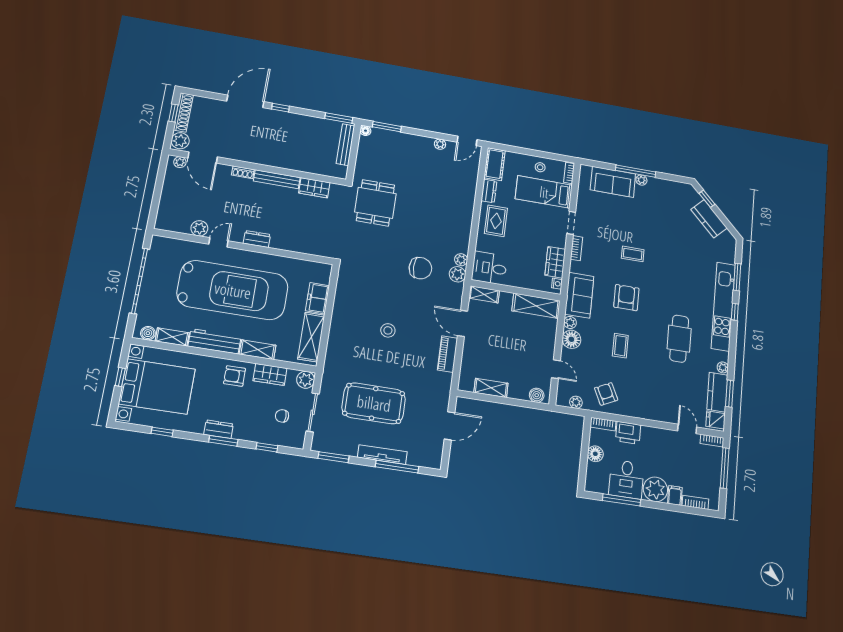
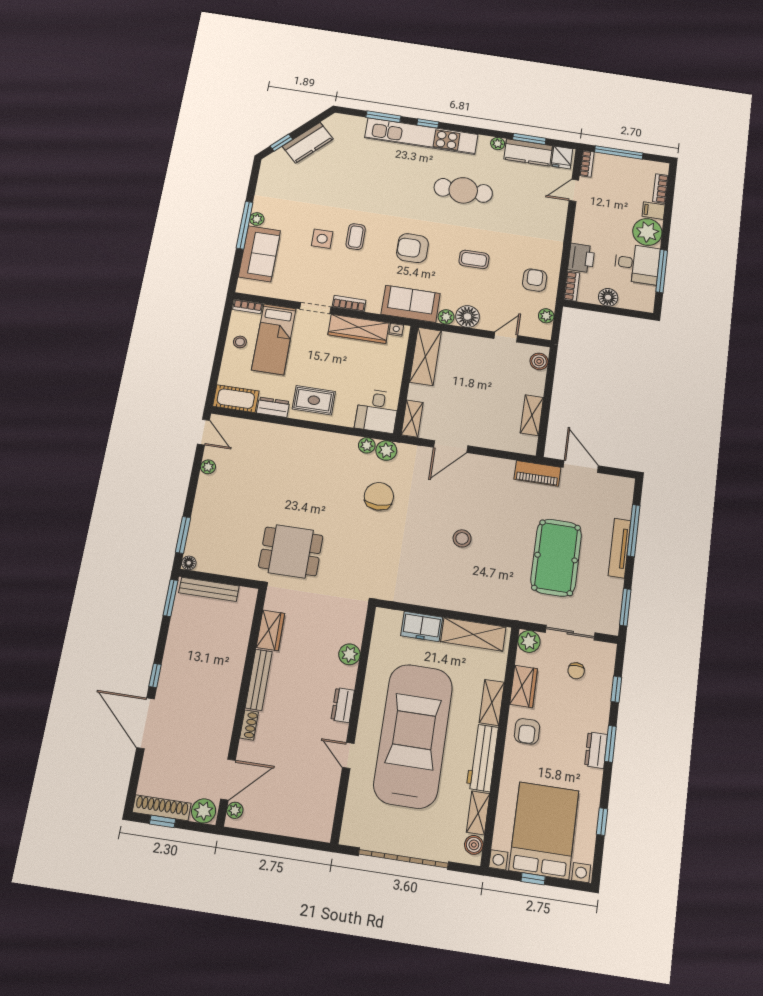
plant: (199, 228) -> (349, 654), moved
side table: (629, 229) -> (322, 239), added
wardrobe: (555, 262) -> (359, 329), width x1.50
piano: (447, 354) -> (537, 473), moved
armchair: (606, 394) -> (535, 280), turned 116

